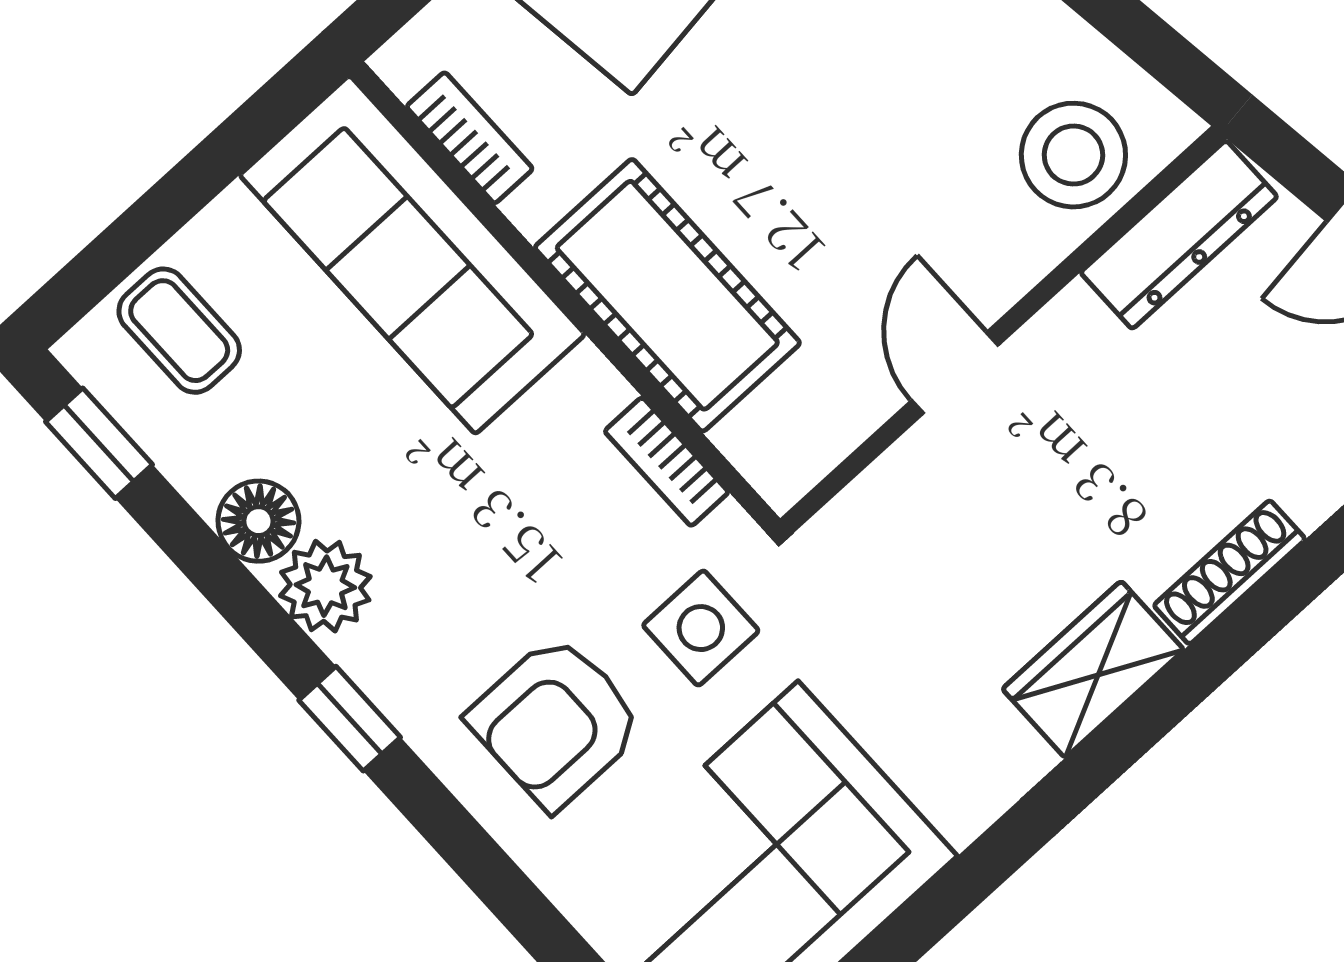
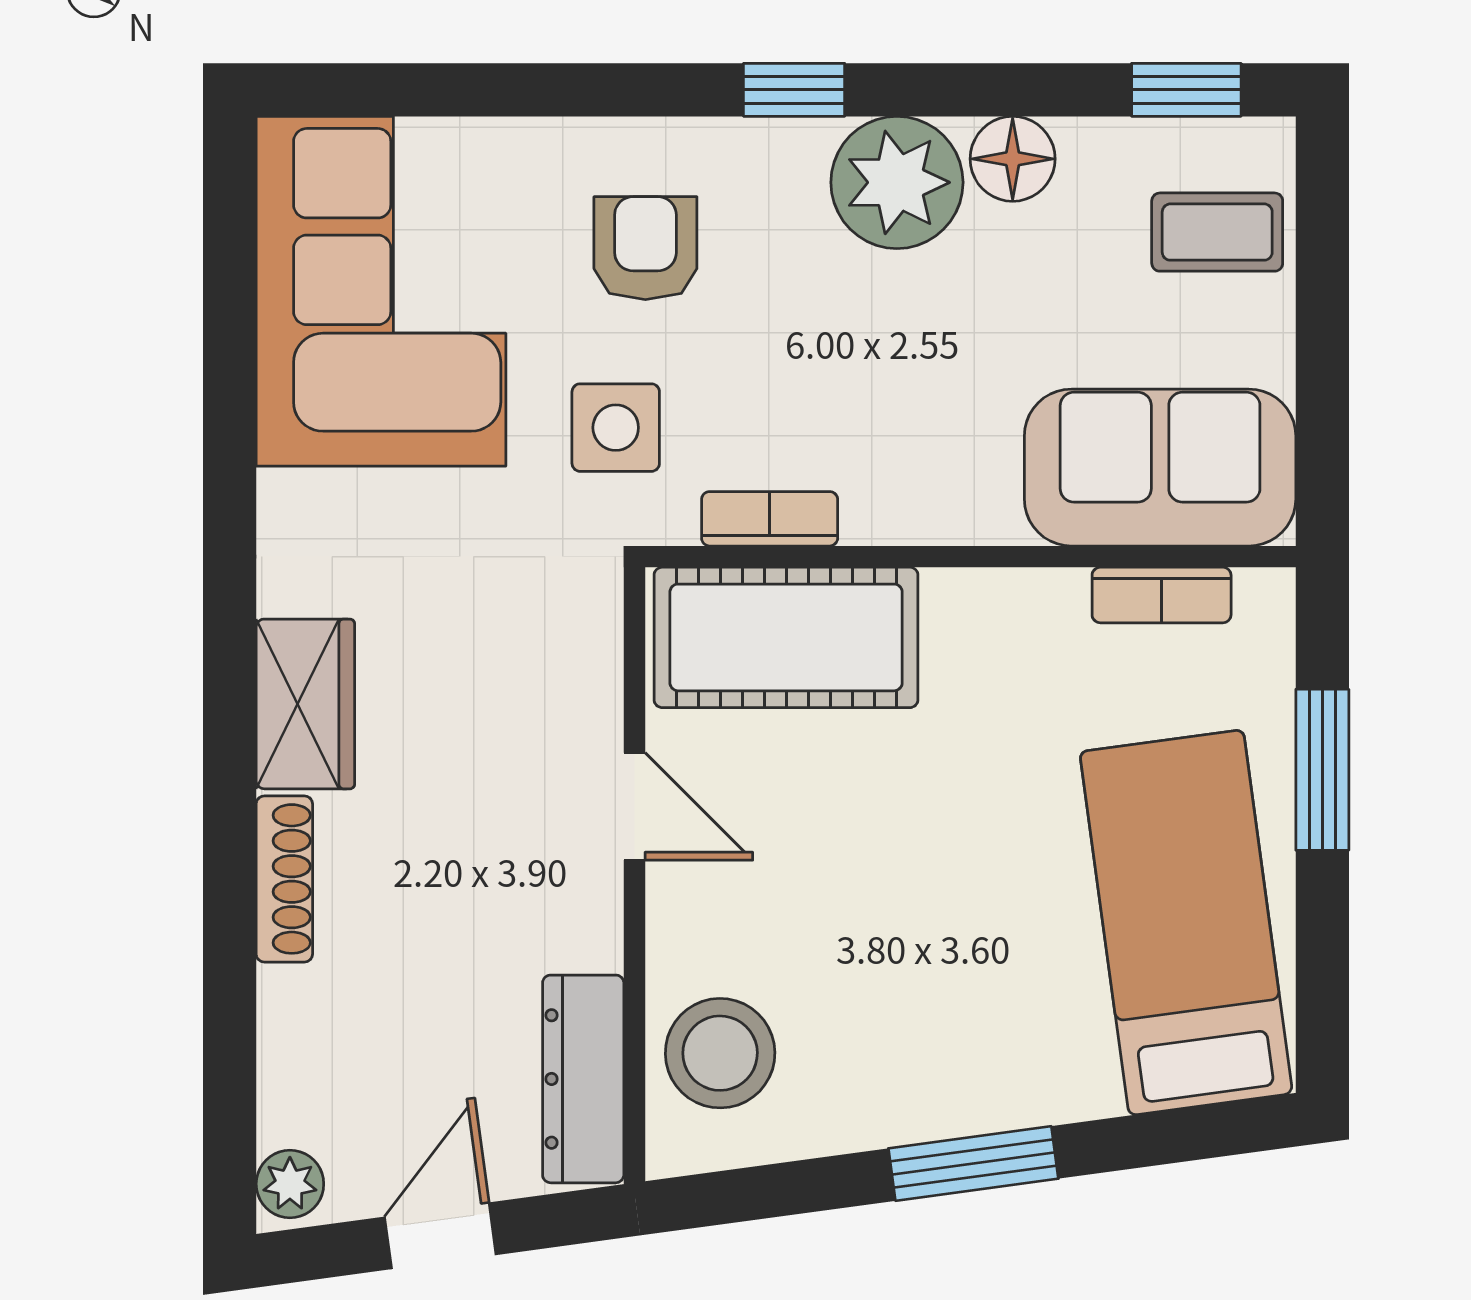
sofa: (412, 255) -> (1160, 468), width x0.73
cot: (667, 295) -> (786, 637), moved
plant: (325, 586) -> (897, 182), width x1.36, depth x1.36
armchair: (556, 722) -> (645, 248), width x0.72, depth x0.72

